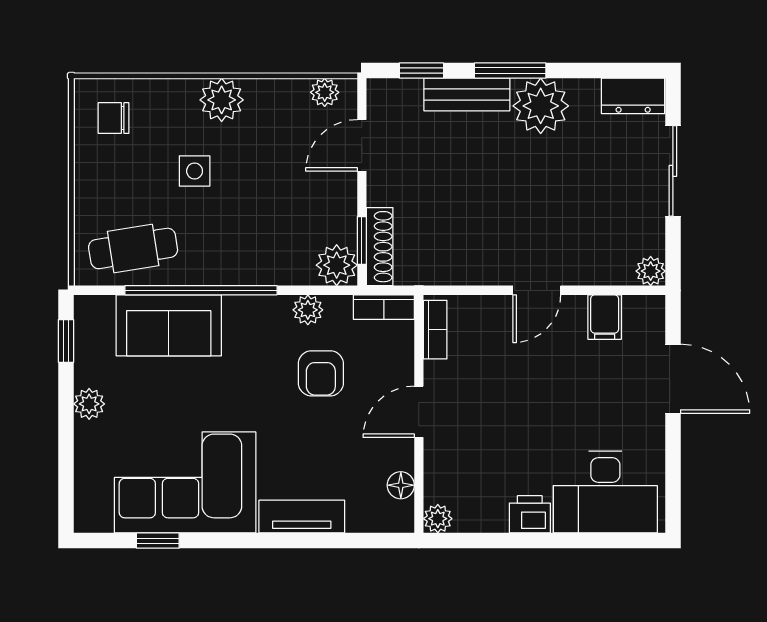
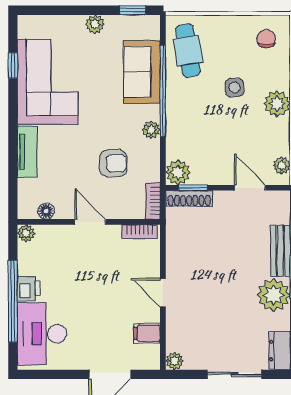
plant: (308, 310) -> (151, 130), moved
armchair: (321, 373) -> (113, 163), turned 180
window: (551, 541) -> (13, 301), added

